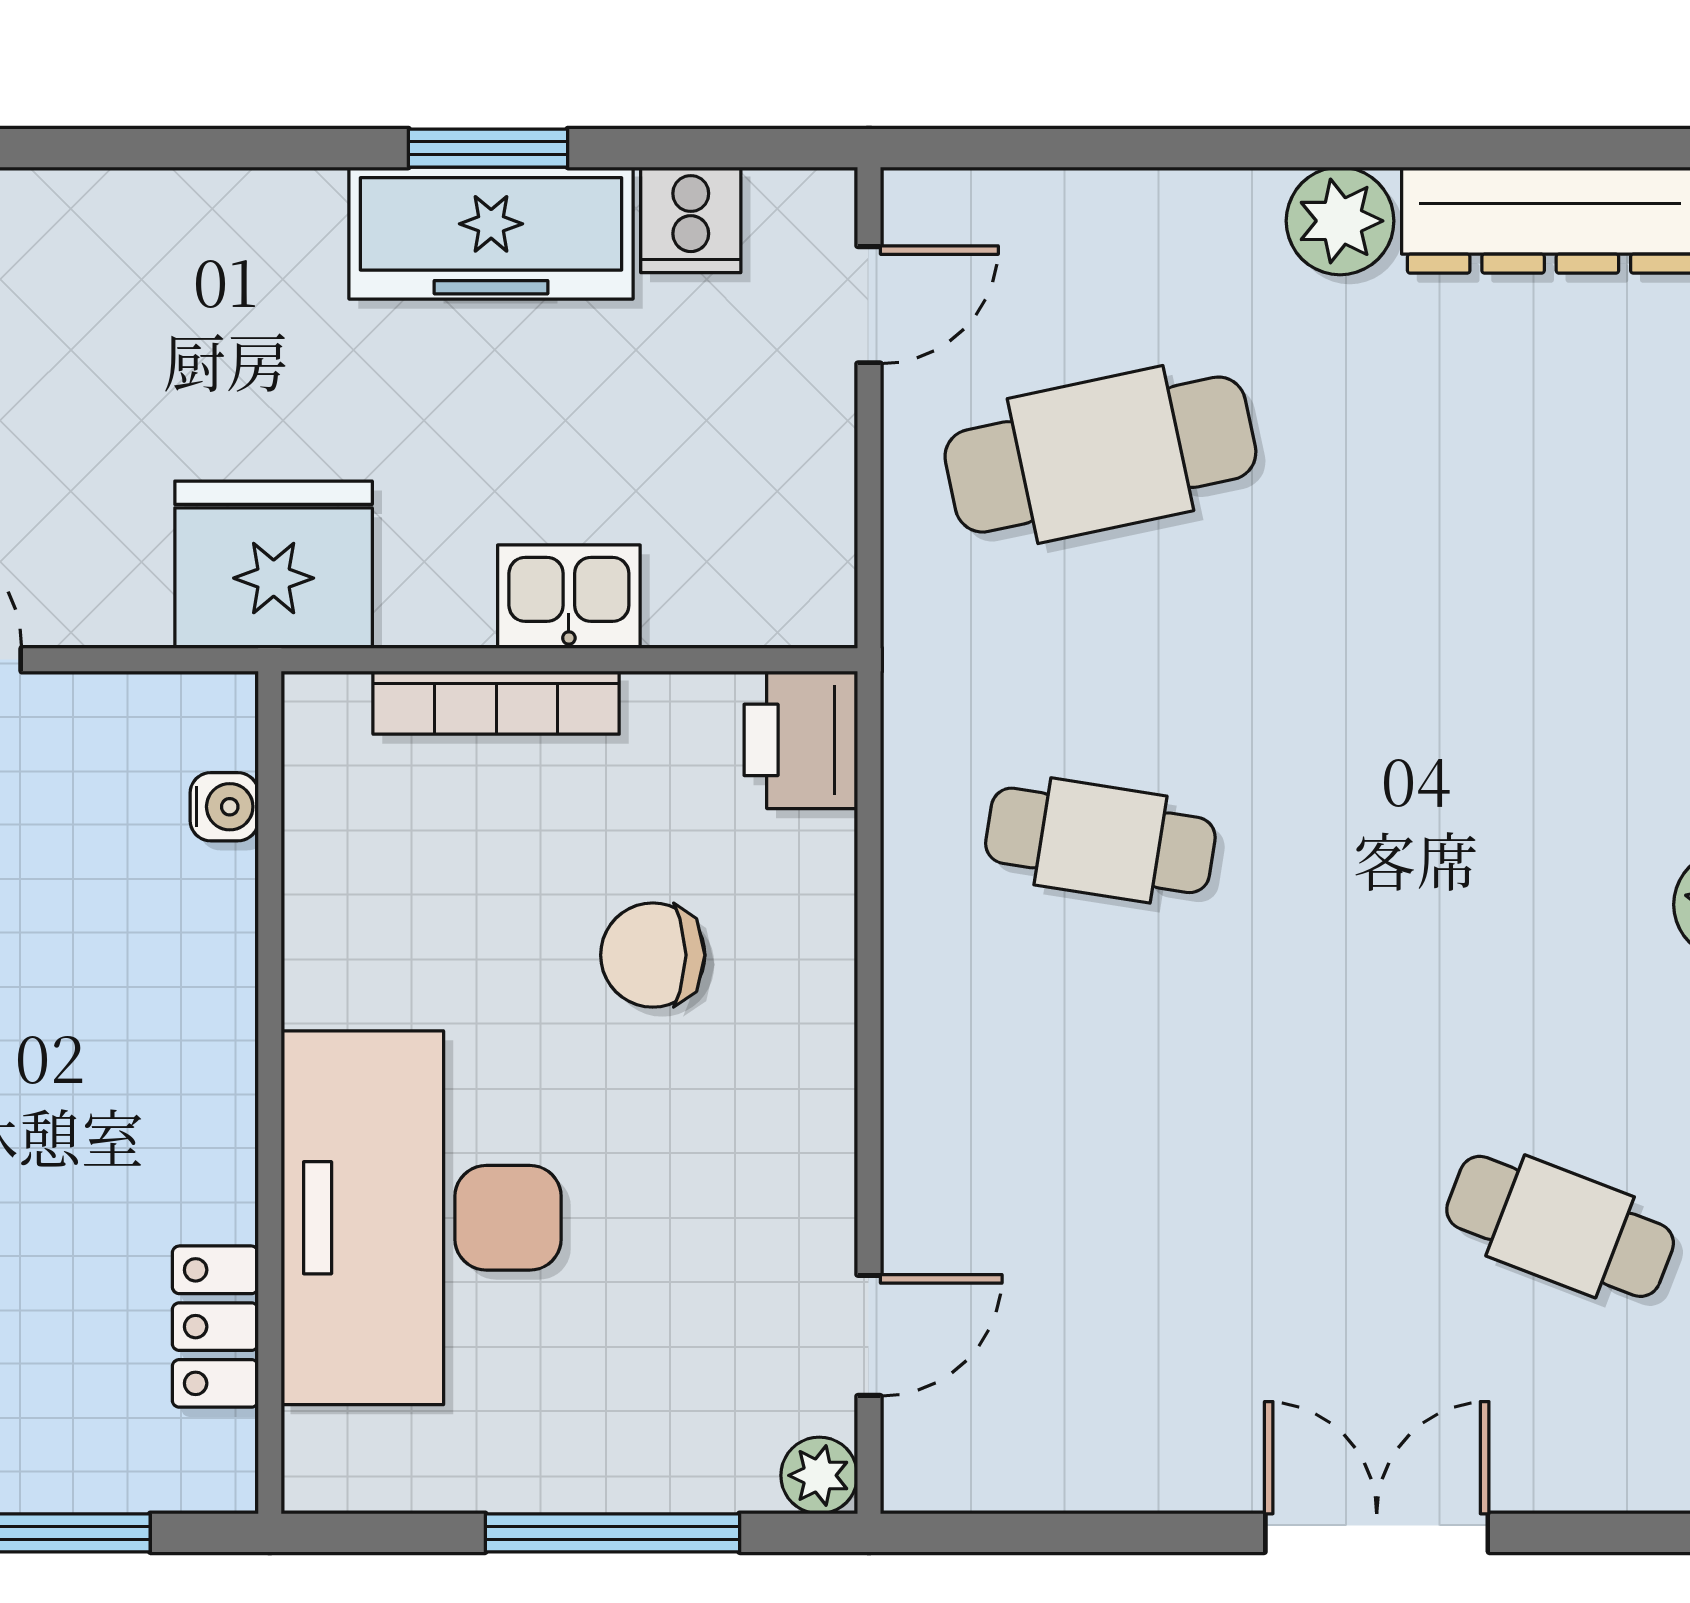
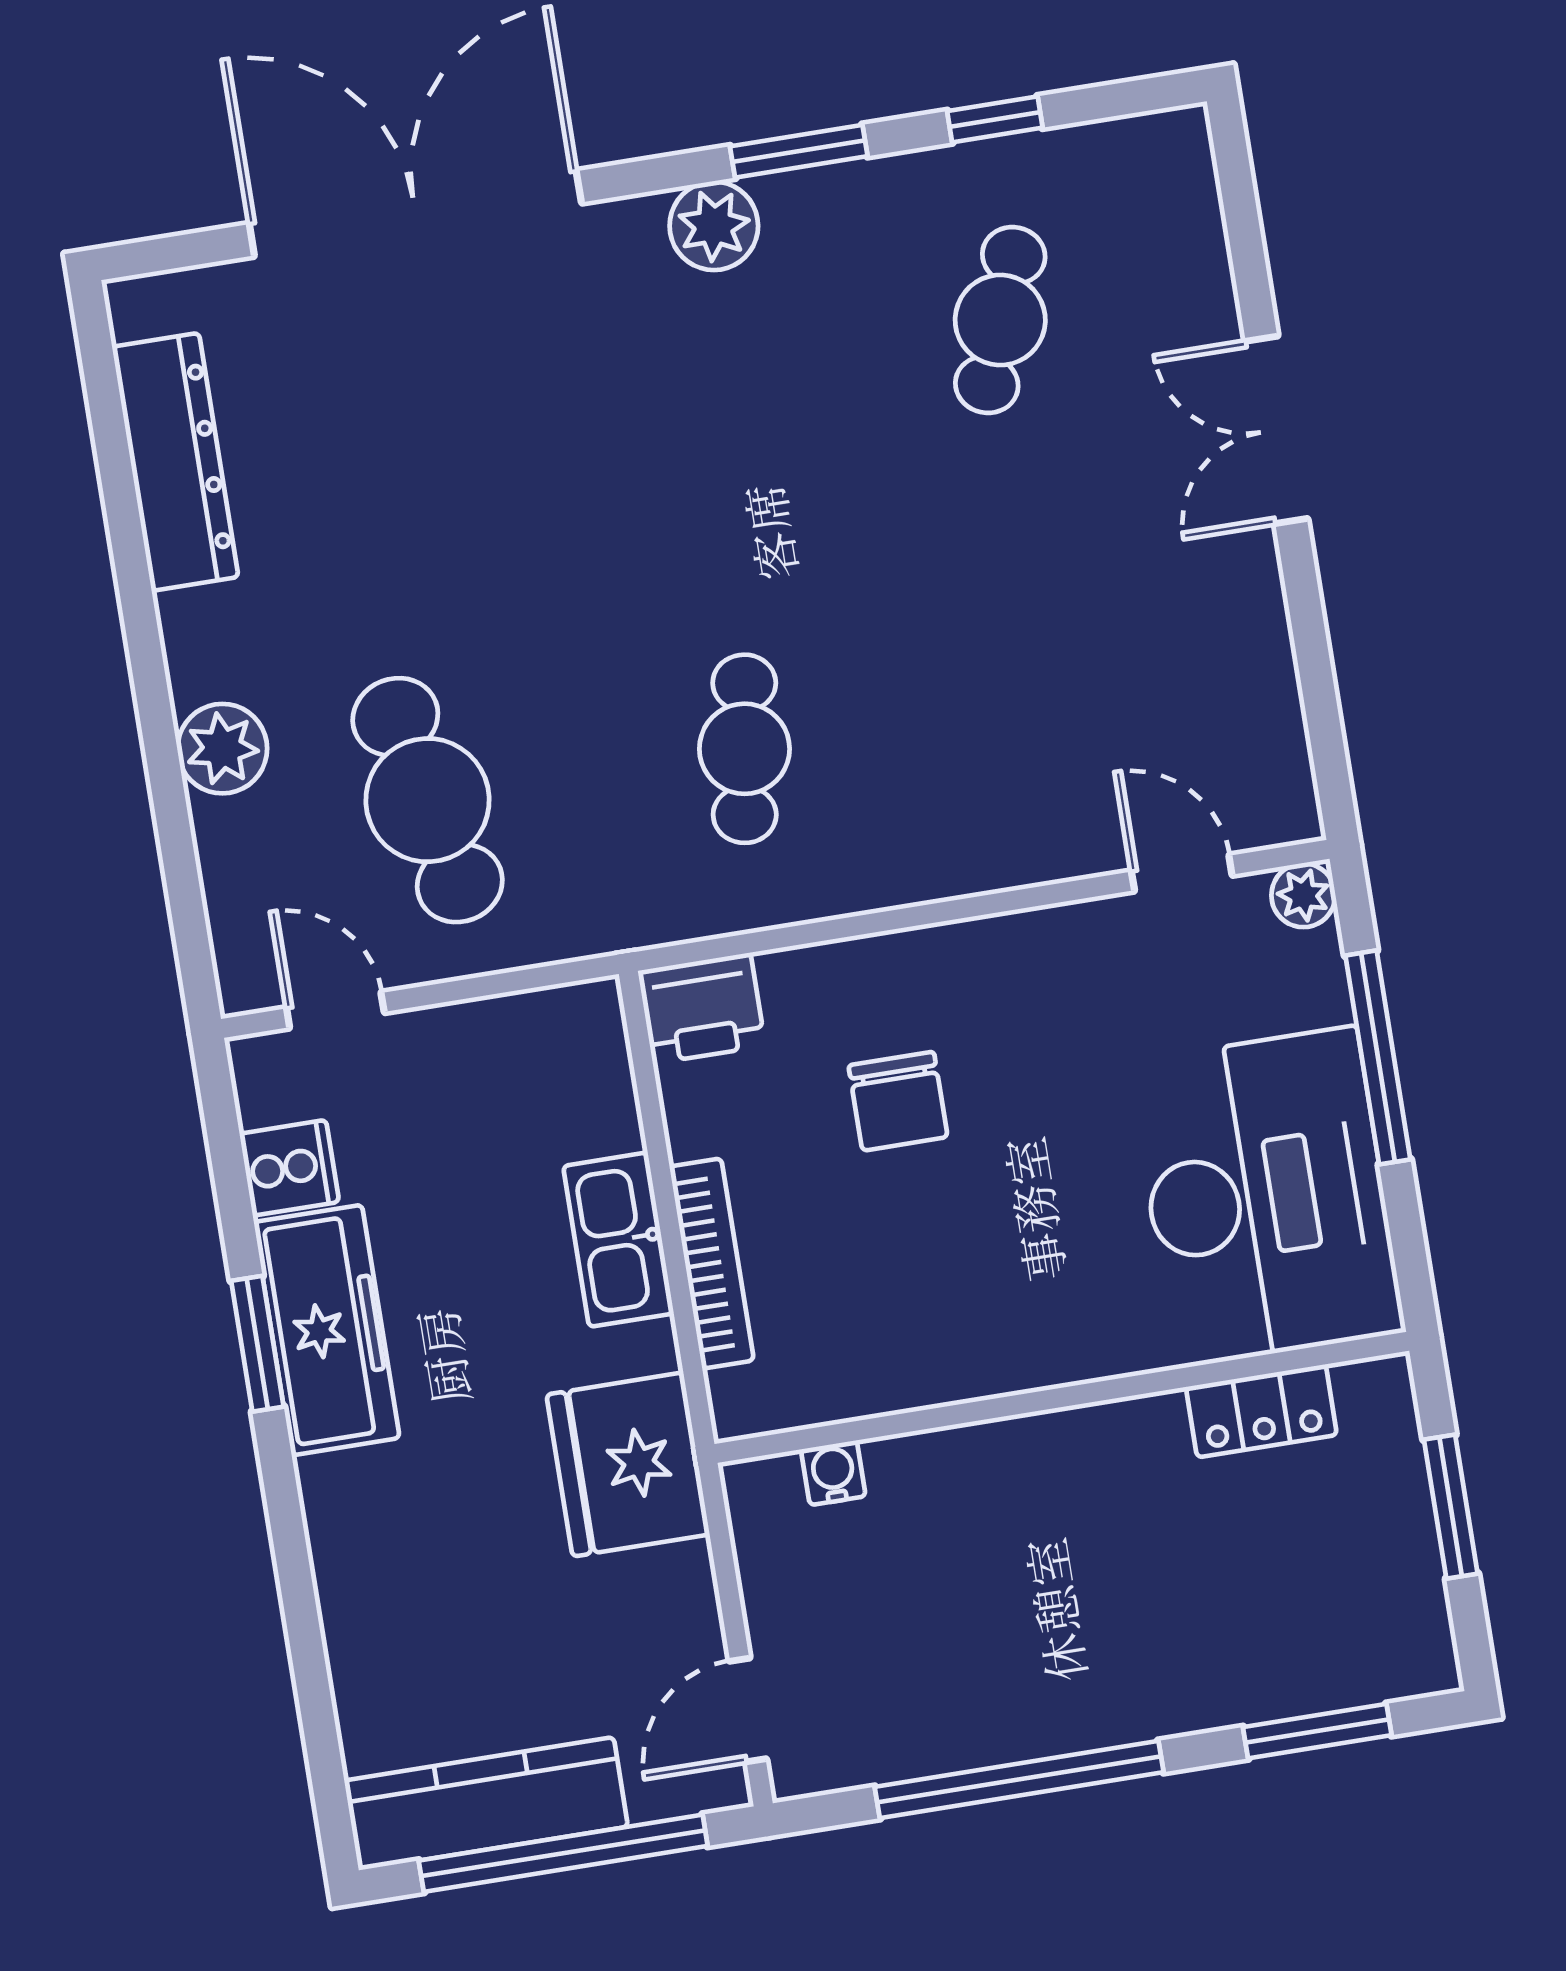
plant: (1340, 221) -> (222, 749), moved
kitchen sink: (569, 597) -> (618, 1240), width x1.38
desk: (421, 1218) -> (1267, 1197), moved, turned -90

